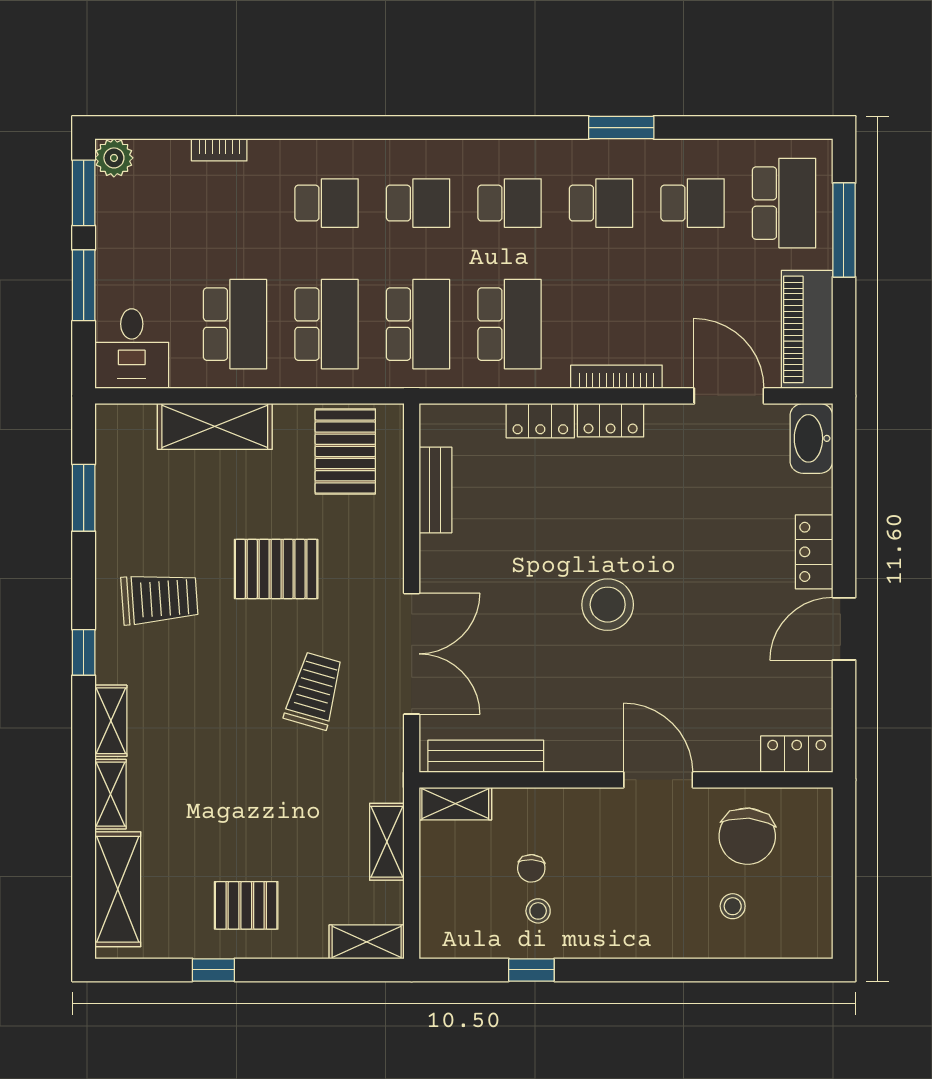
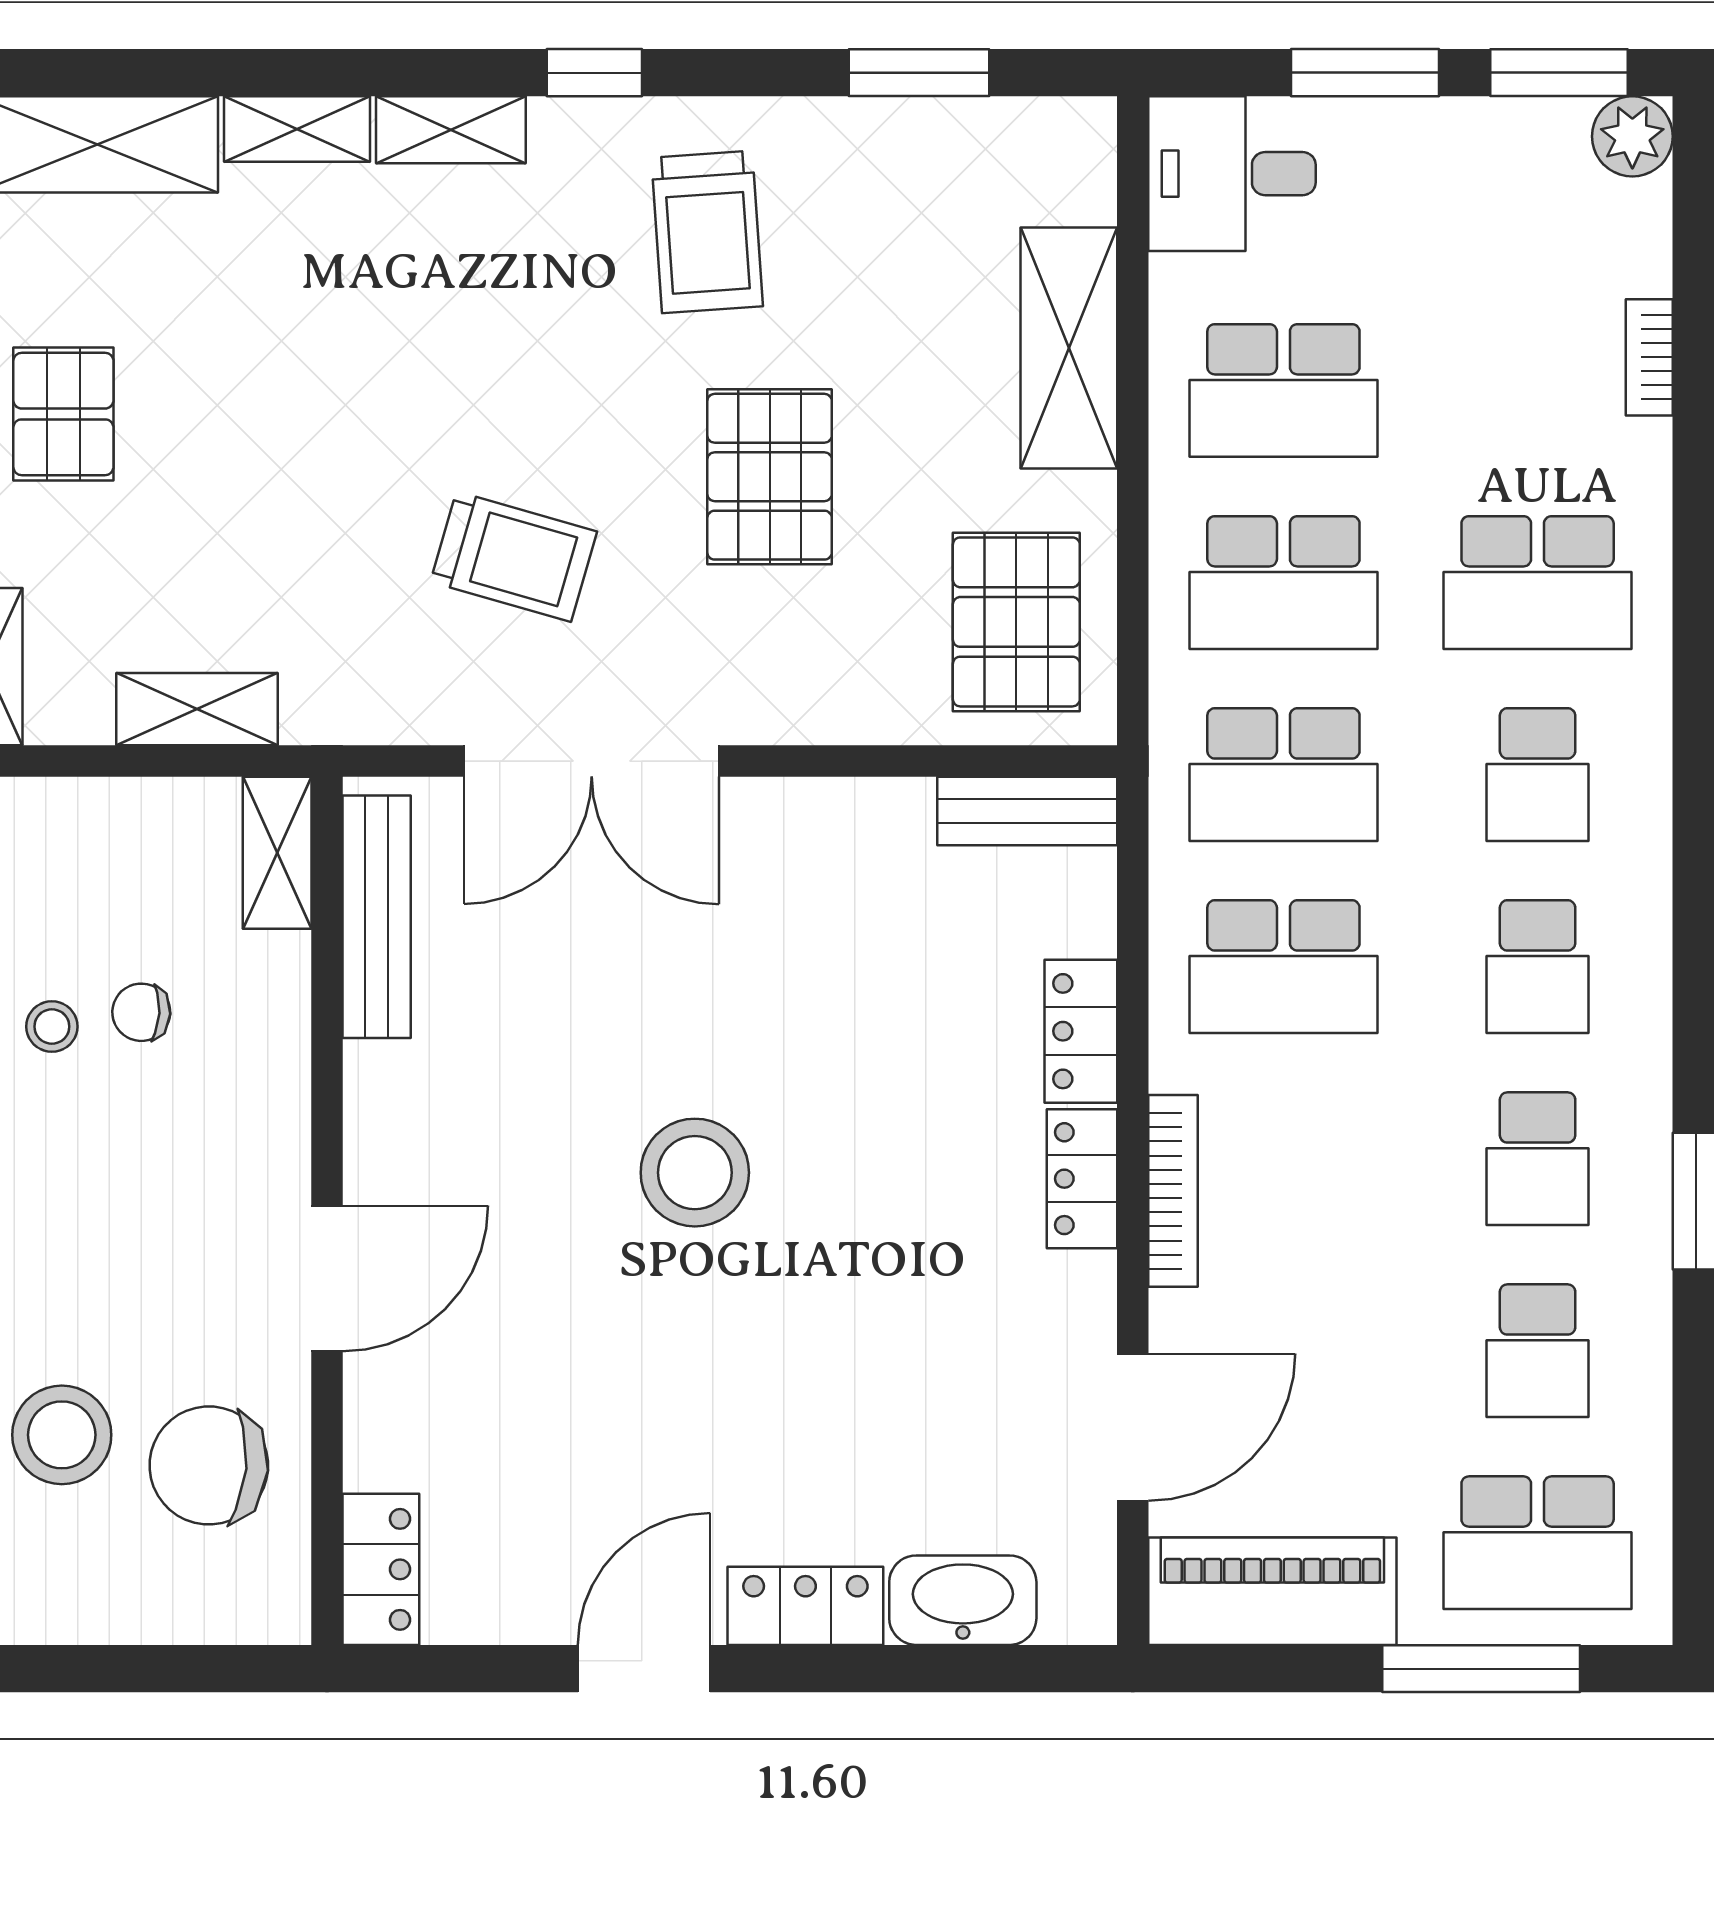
school desk: (327, 203) -> (1538, 583), width x1.85
washbasin: (811, 438) -> (963, 1600), moved
pallet: (345, 451) -> (1016, 622), turned 90
bench: (435, 490) -> (1027, 811), moved
door: (844, 629) -> (644, 1669), hinge flipped
stool: (733, 906) -> (62, 1435), width x1.89, depth x1.89

